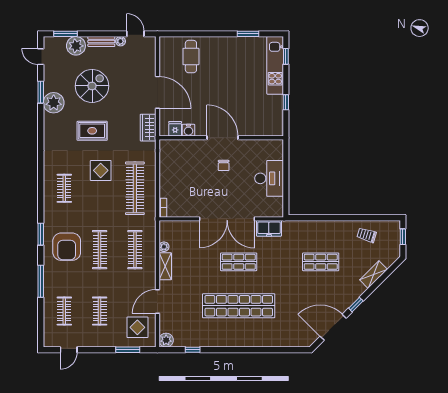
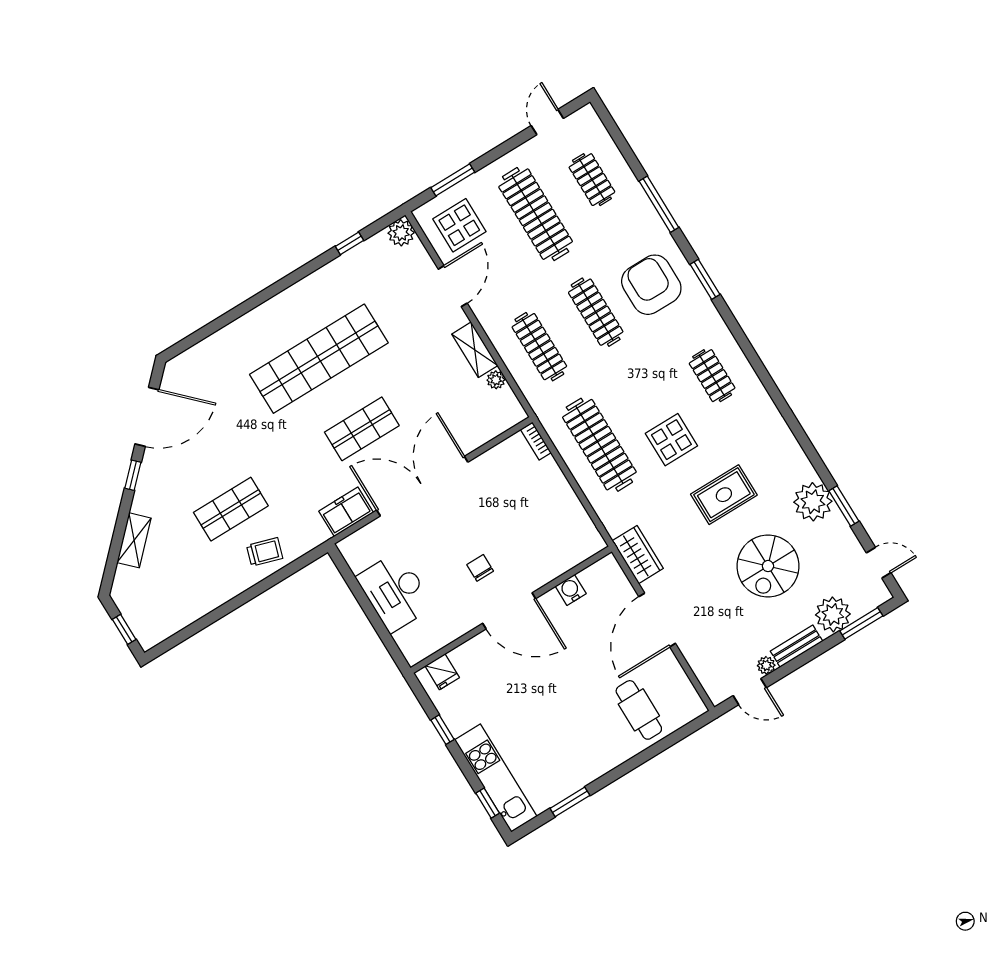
door: (157, 92) -> (657, 620), hinge flipped
fridge: (175, 129) -> (442, 672), moved
trolley: (367, 235) -> (265, 552), moved
clothes rail: (100, 311) -> (536, 214), width x1.86, depth x1.31

